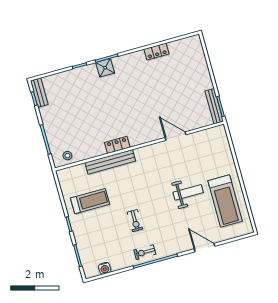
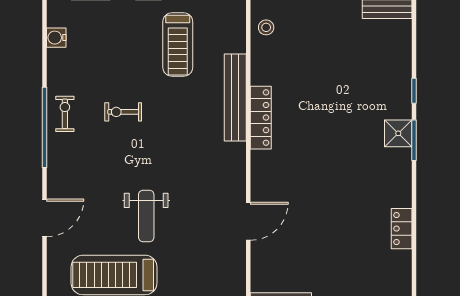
locker: (117, 145) -> (261, 118), width x1.53

